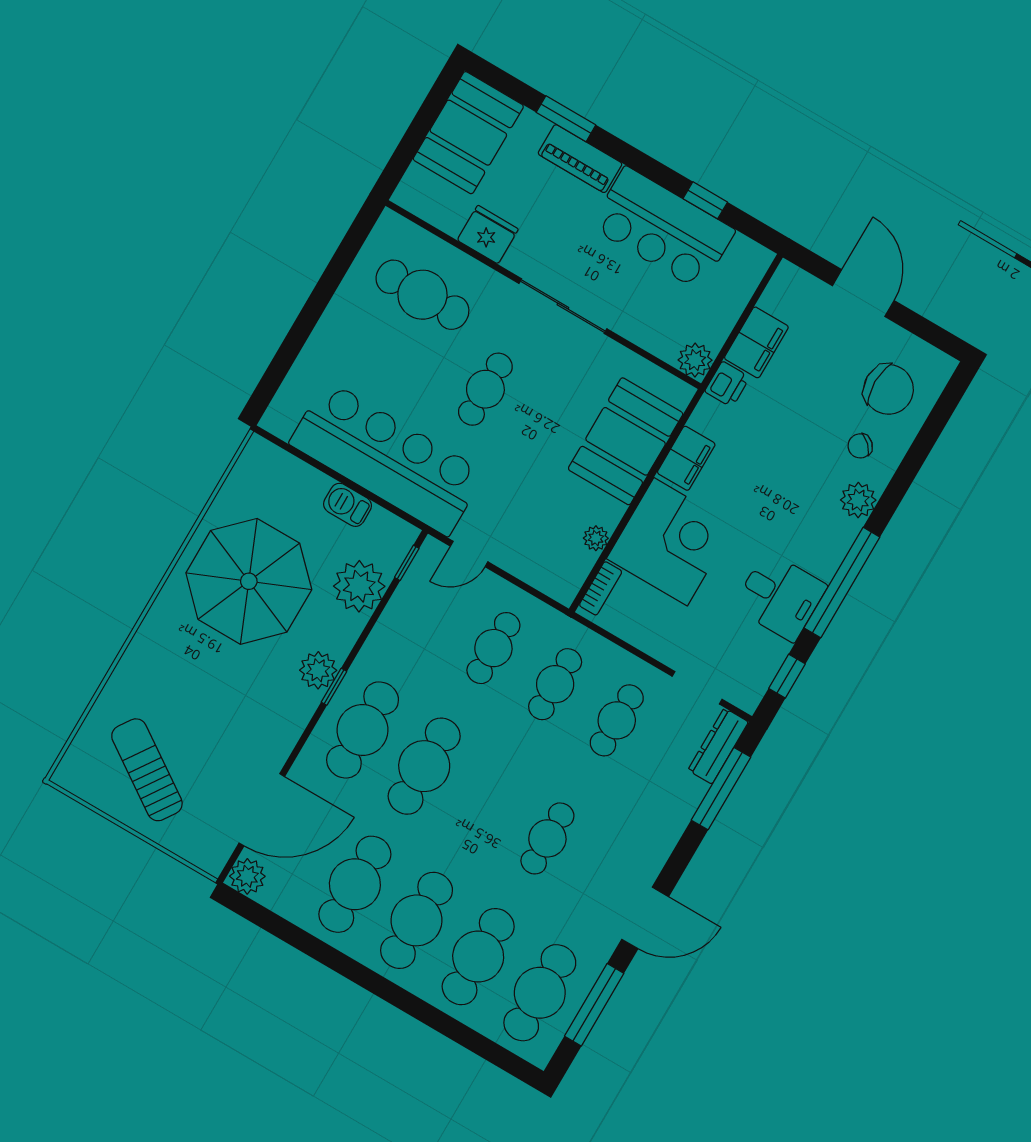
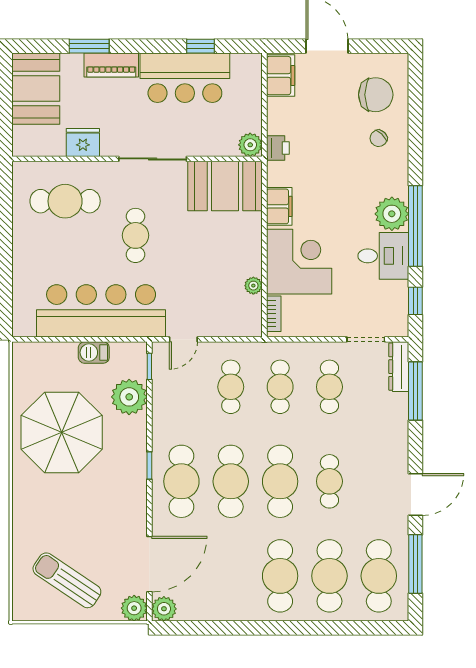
filing cabinet: (756, 342) -> (281, 76), moved
booth: (626, 441) -> (225, 186), moved, turned 90
plant: (858, 500) -> (392, 214), moved, width x1.36, depth x1.36
plant: (318, 670) -> (134, 608), moved
cafe table: (355, 884) -> (280, 481), moved

